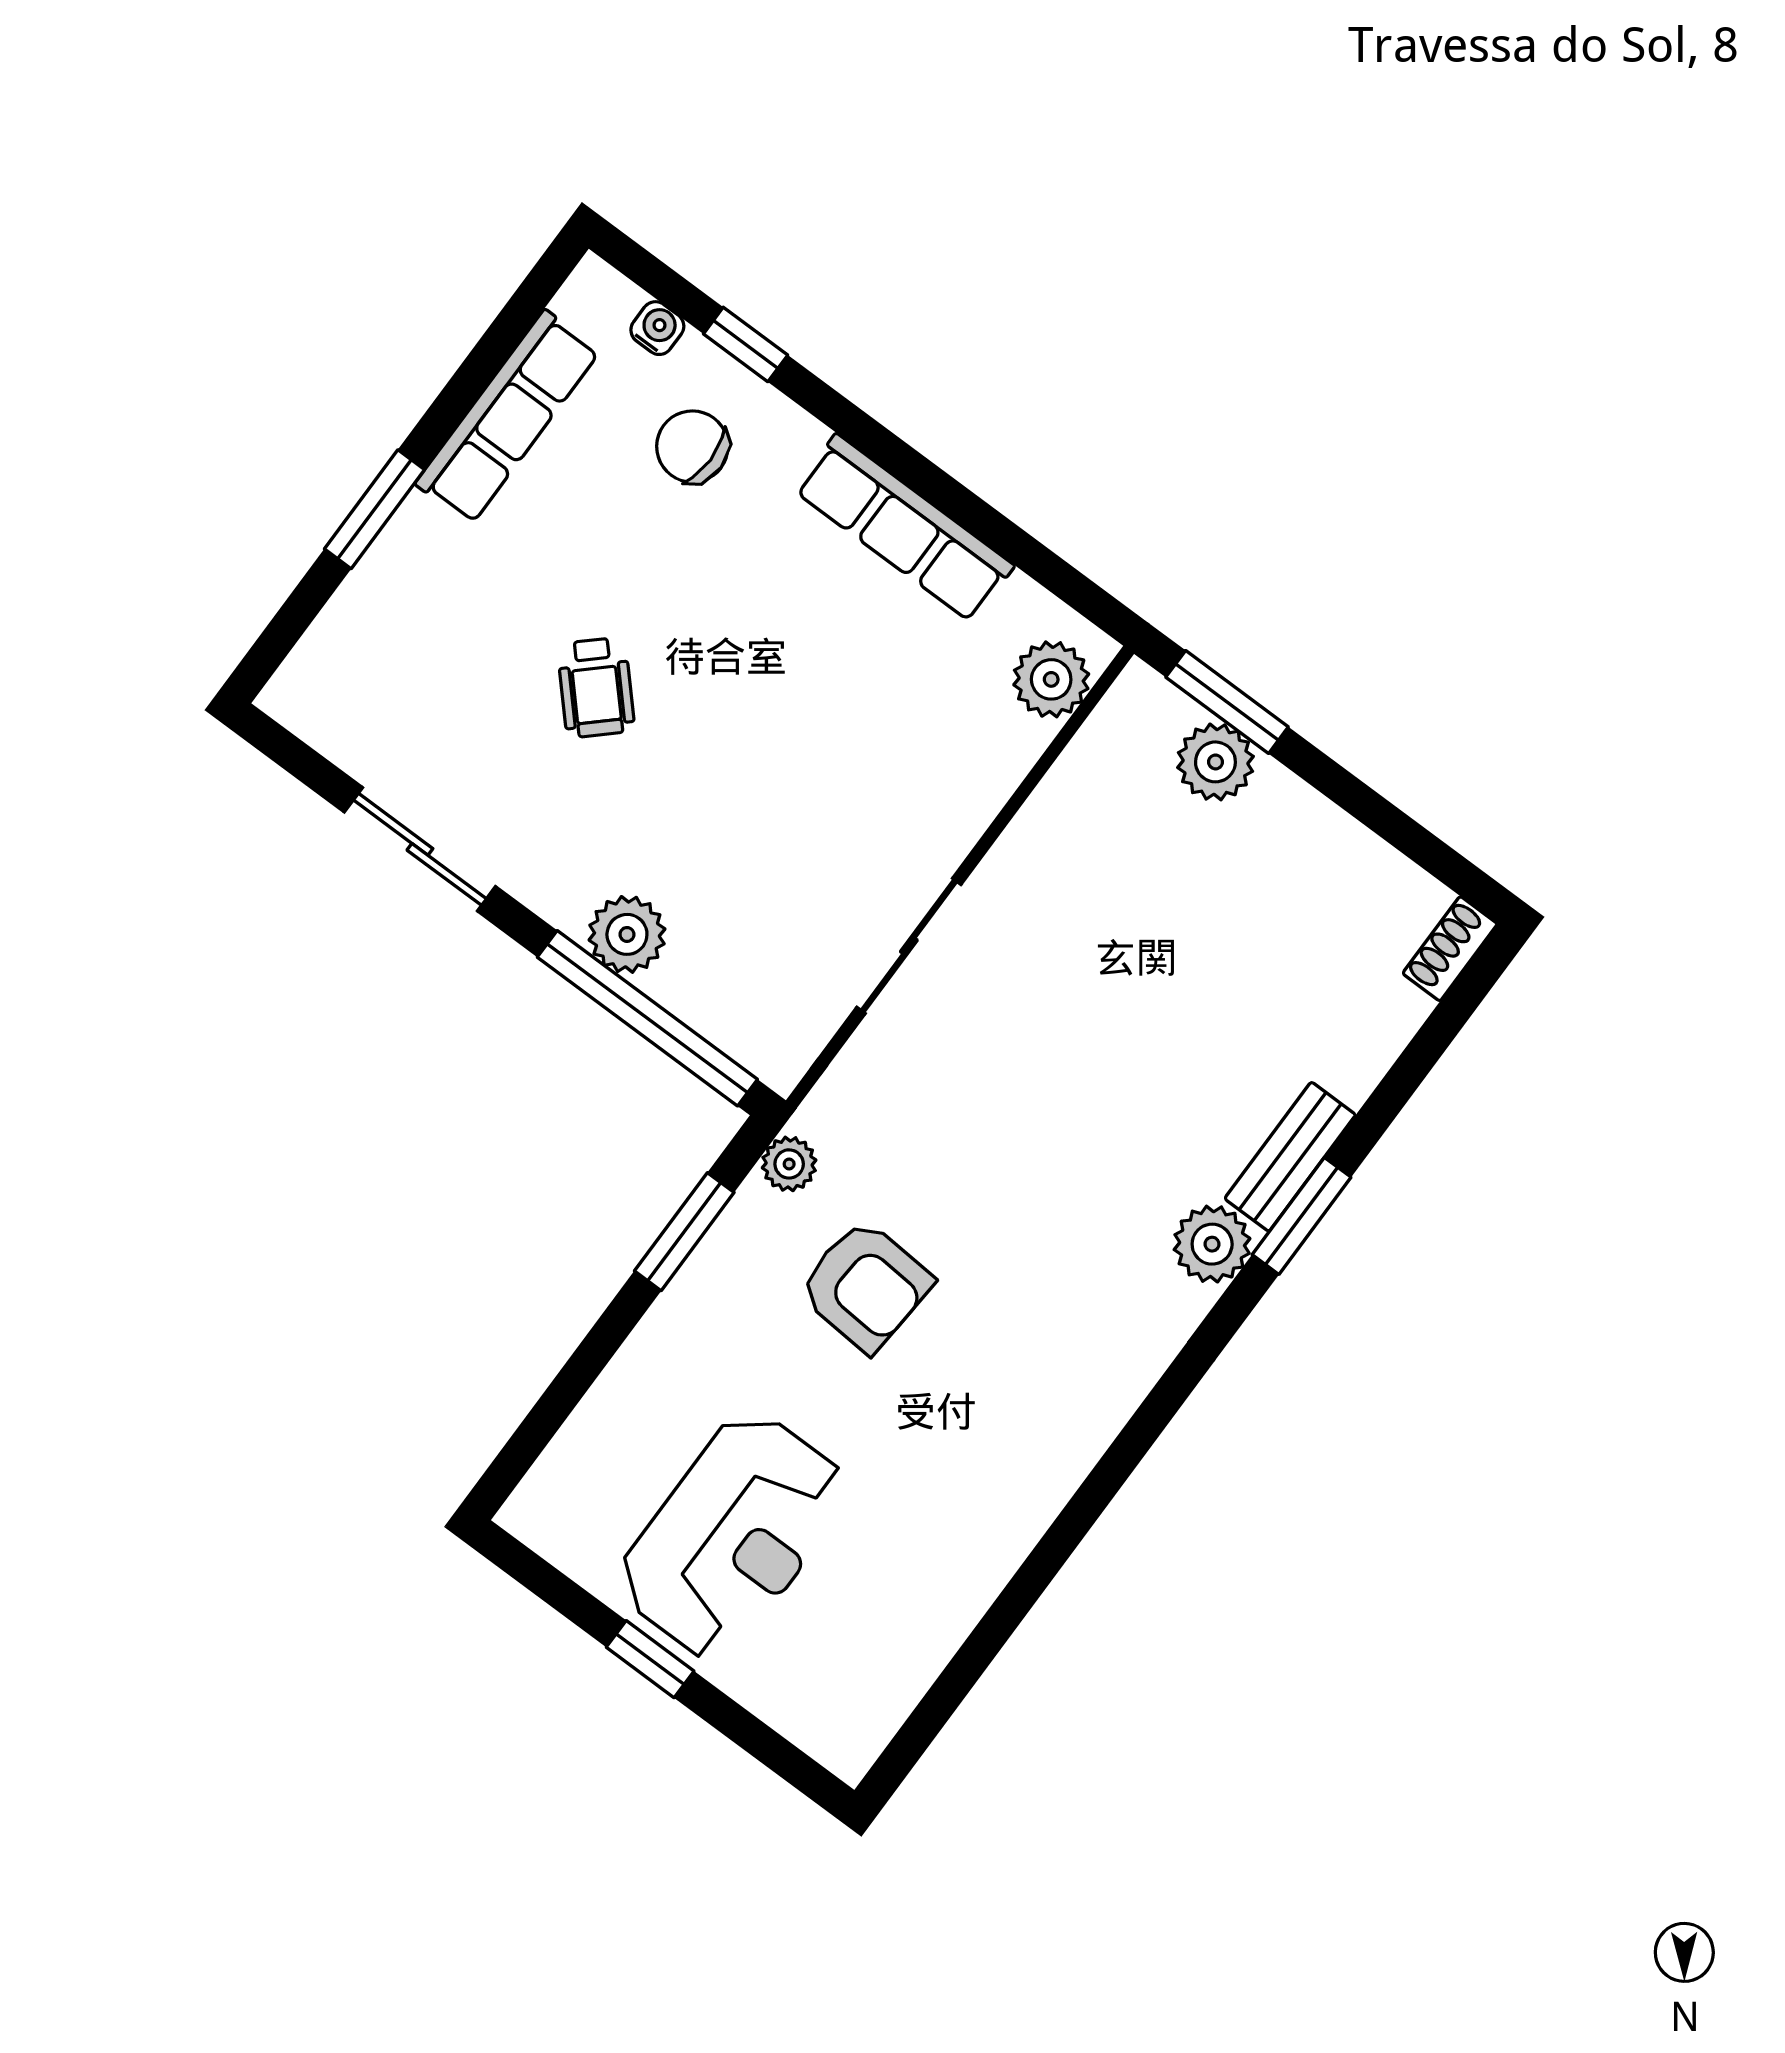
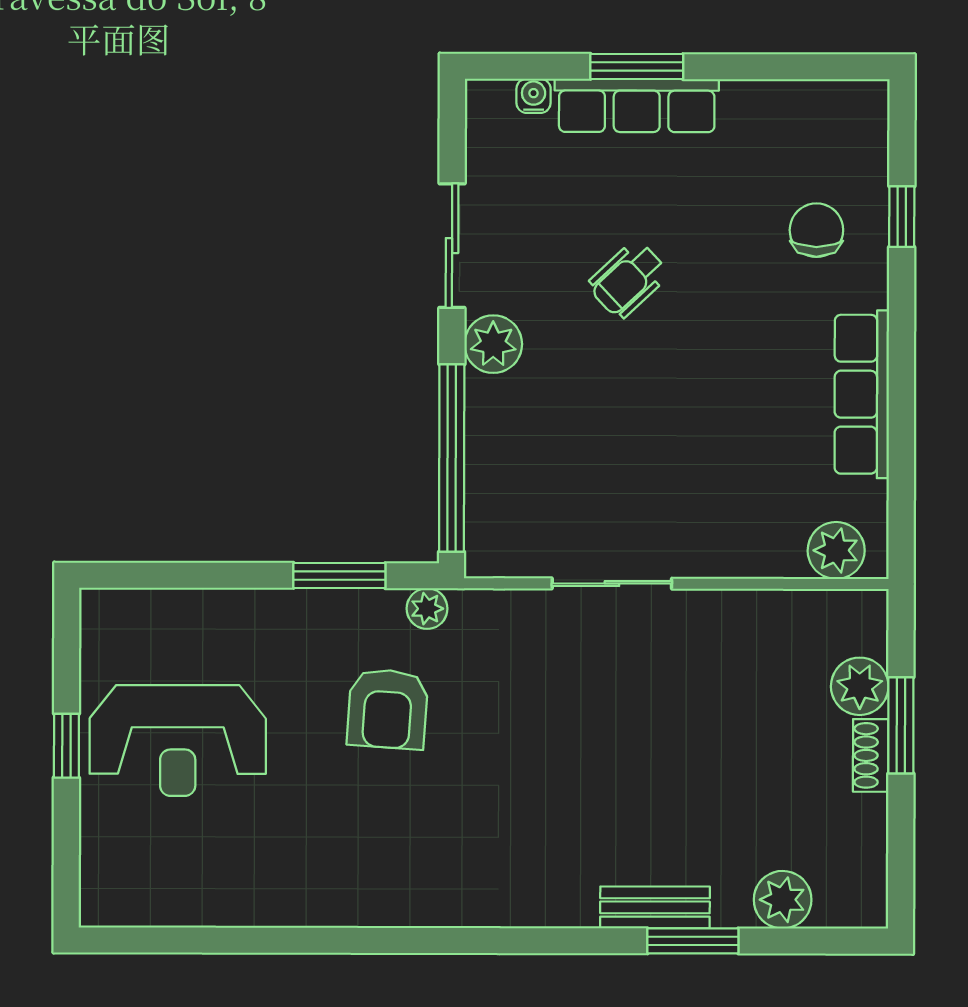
water cooler: (657, 328) -> (534, 96), moved, turned -90
row of seats: (508, 417) -> (637, 105), moved
window: (1227, 702) -> (901, 725), moved
plant: (627, 934) -> (493, 344), moved
shoe rack: (1450, 949) -> (871, 755), moved, turned -90
window: (1302, 1216) -> (693, 941), moved
plant: (1212, 1244) -> (783, 900), moved

